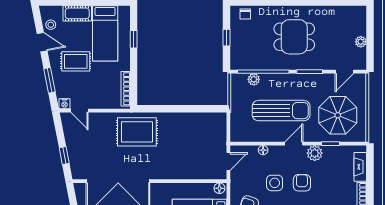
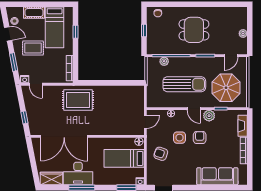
door: (294, 144) -> (194, 109), swing flipped

